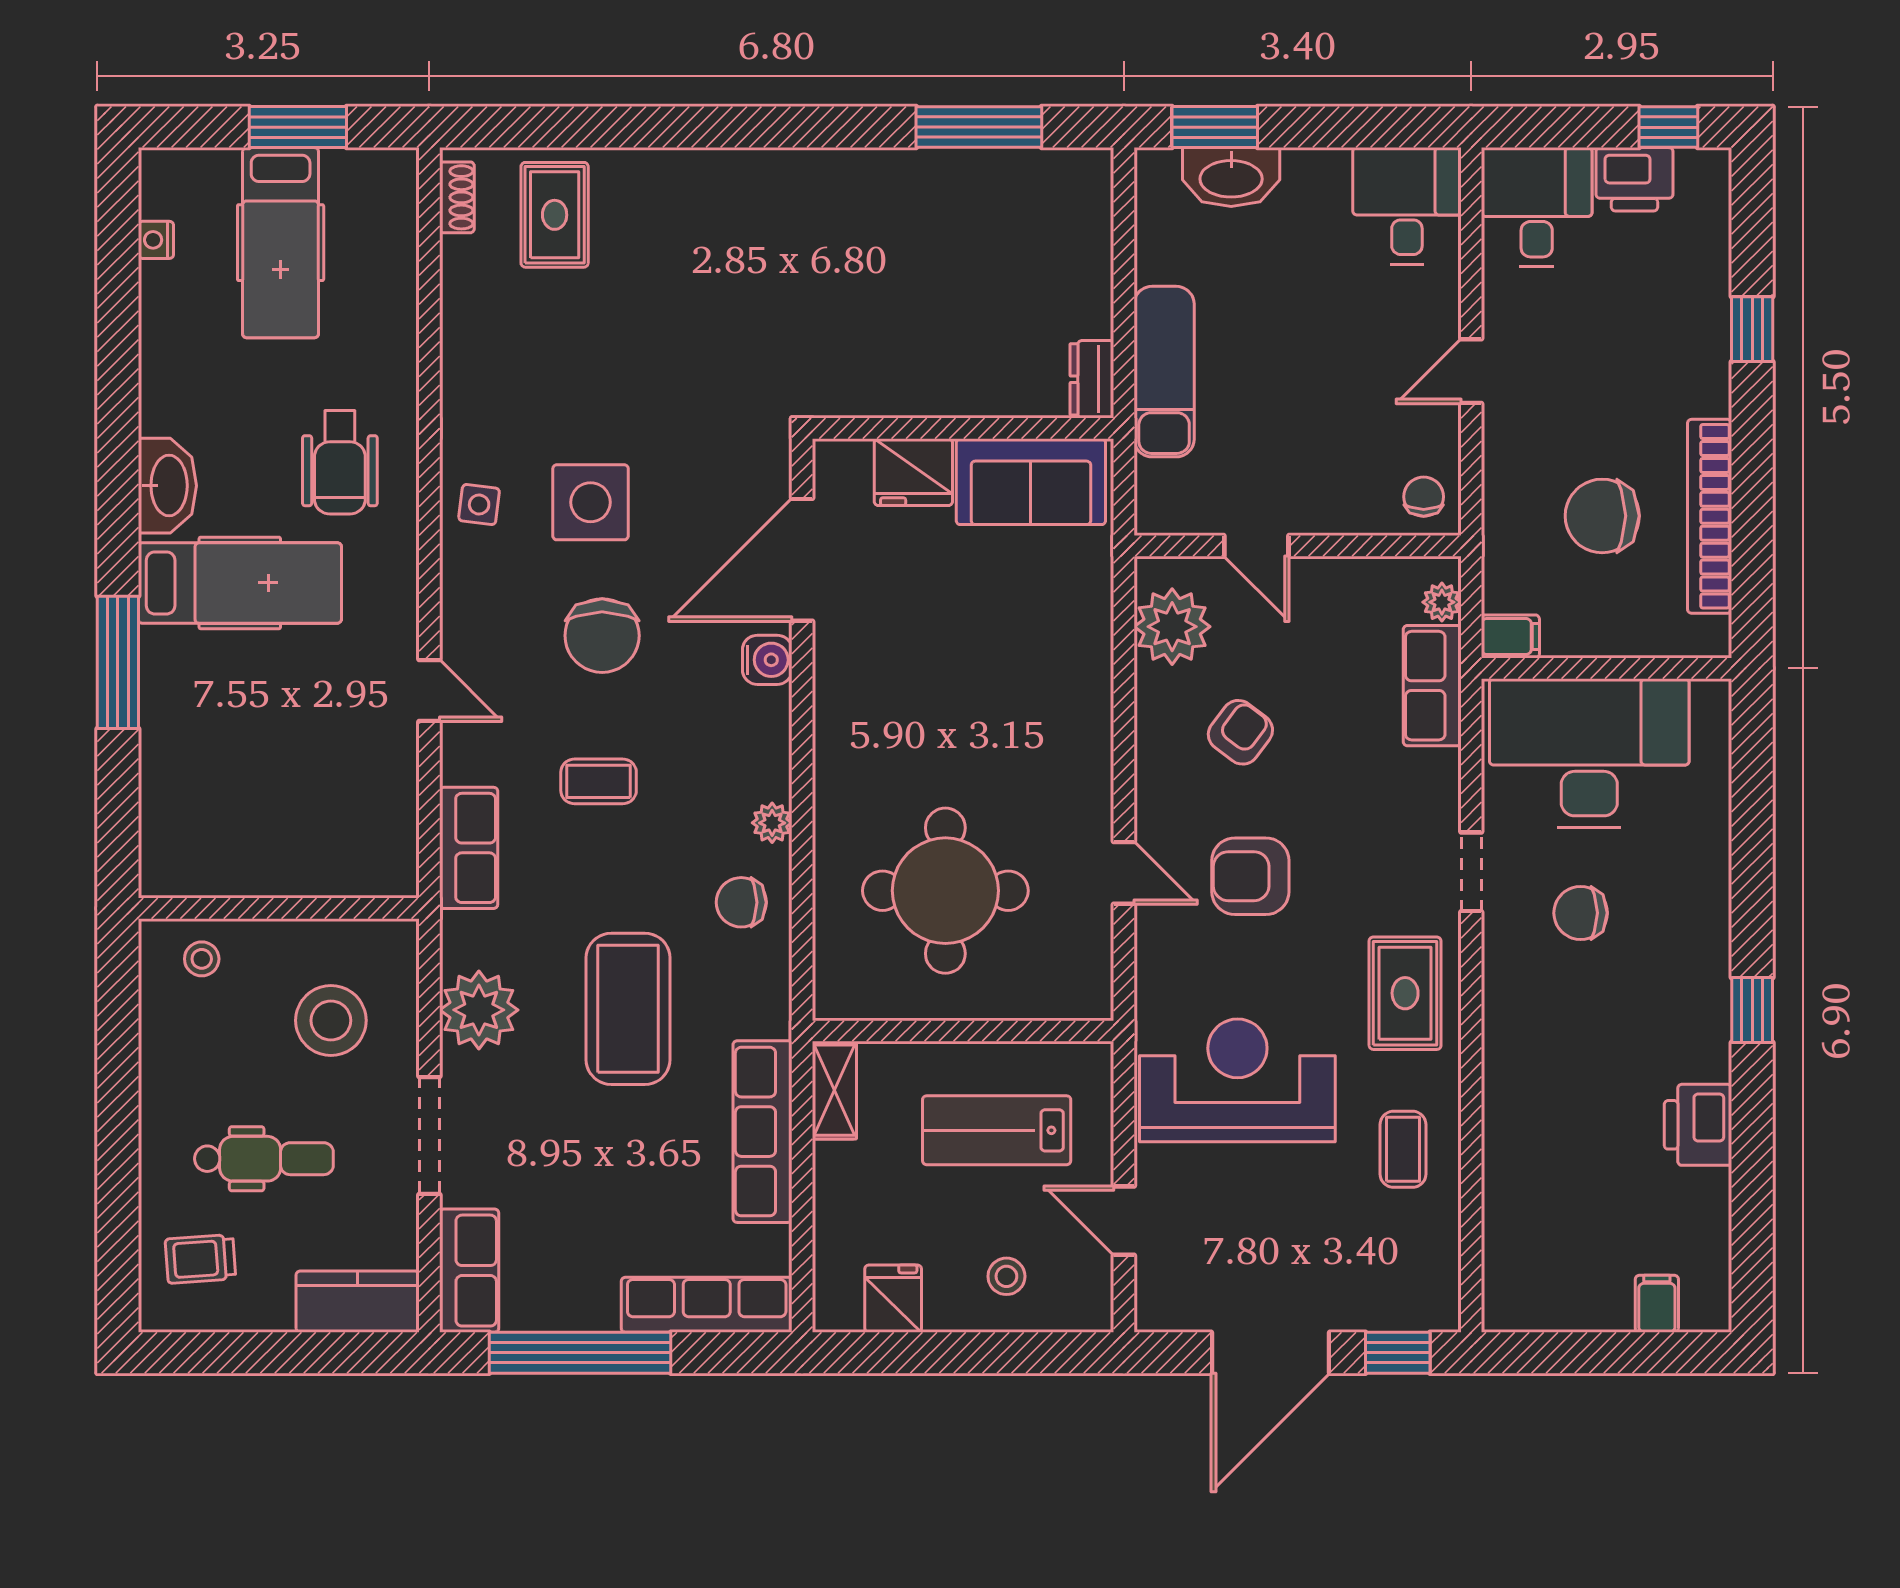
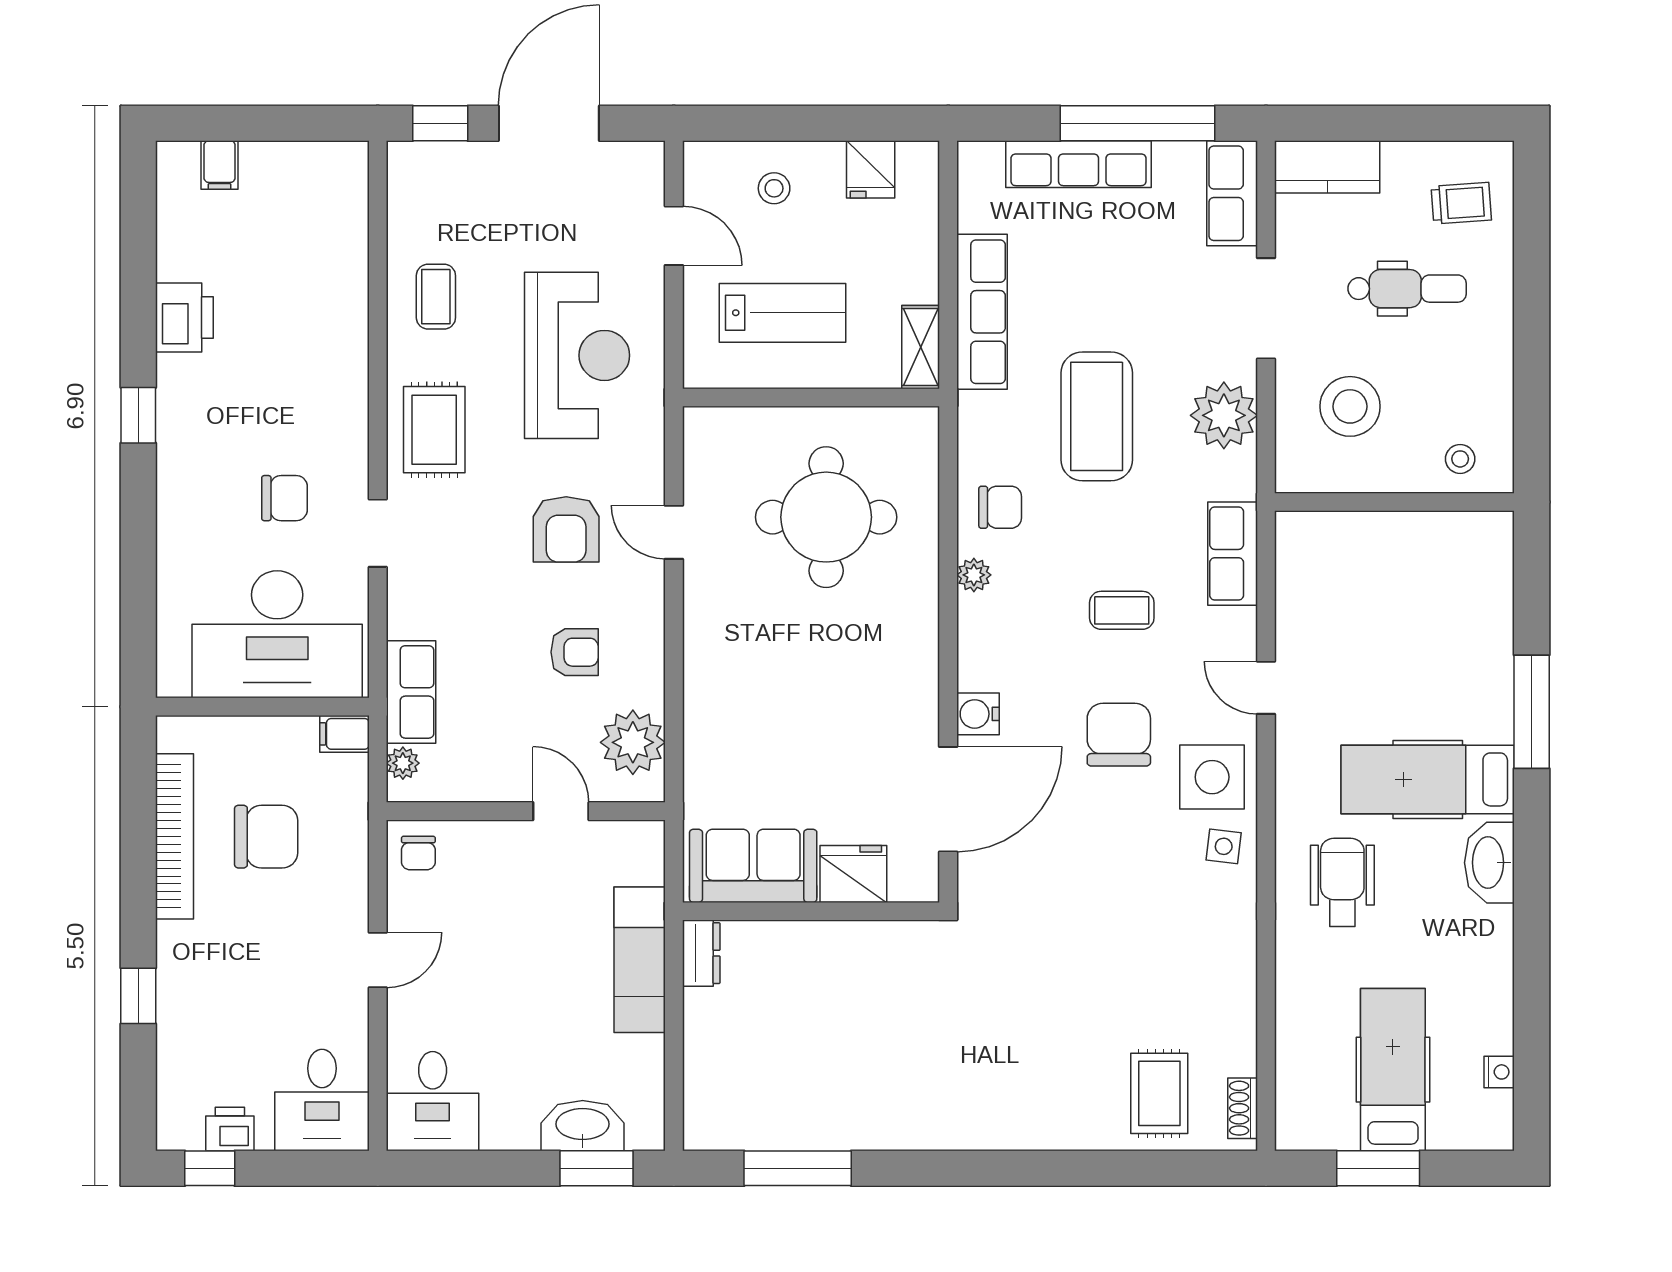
printer: (1634, 179) -> (230, 1129), width x0.73, depth x0.81
side table: (591, 502) -> (1212, 777), moved
armchair: (1240, 732) -> (575, 652), turned -127
armchair: (1250, 876) -> (566, 529), turned 90
reception desk: (1237, 1080) -> (577, 355), turned -90
dental chair: (264, 1159) -> (1407, 289), turned 180
row of seats: (707, 1305) -> (1078, 164), moved

